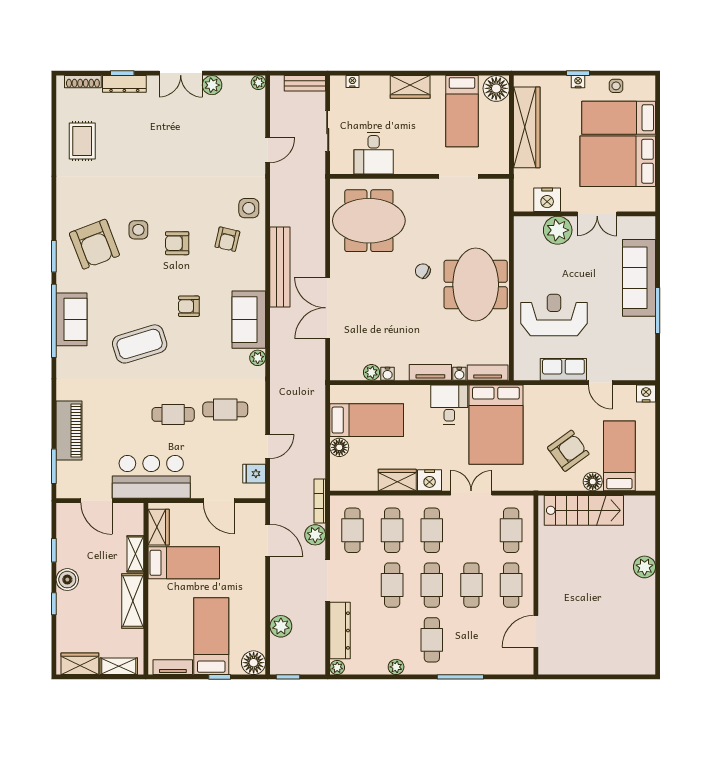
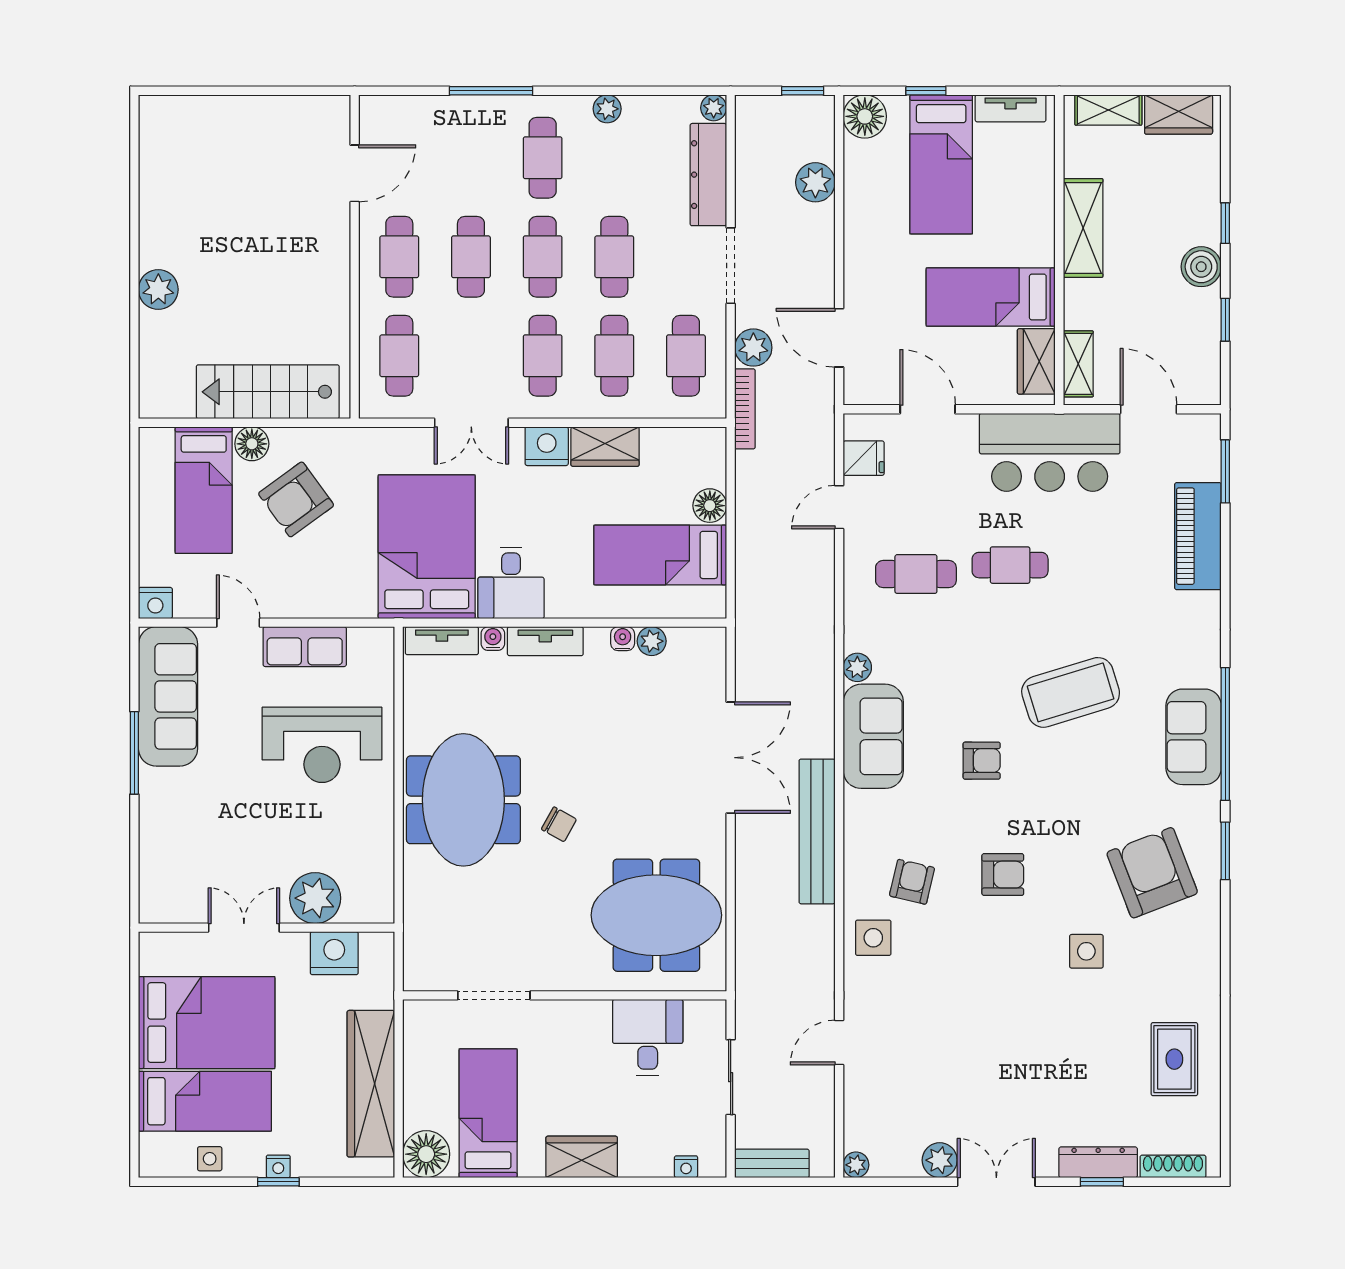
side table: (138, 230) -> (1086, 951), moved
sofa: (639, 278) -> (168, 696), moved
shelving: (135, 554) -> (1078, 364), moved

